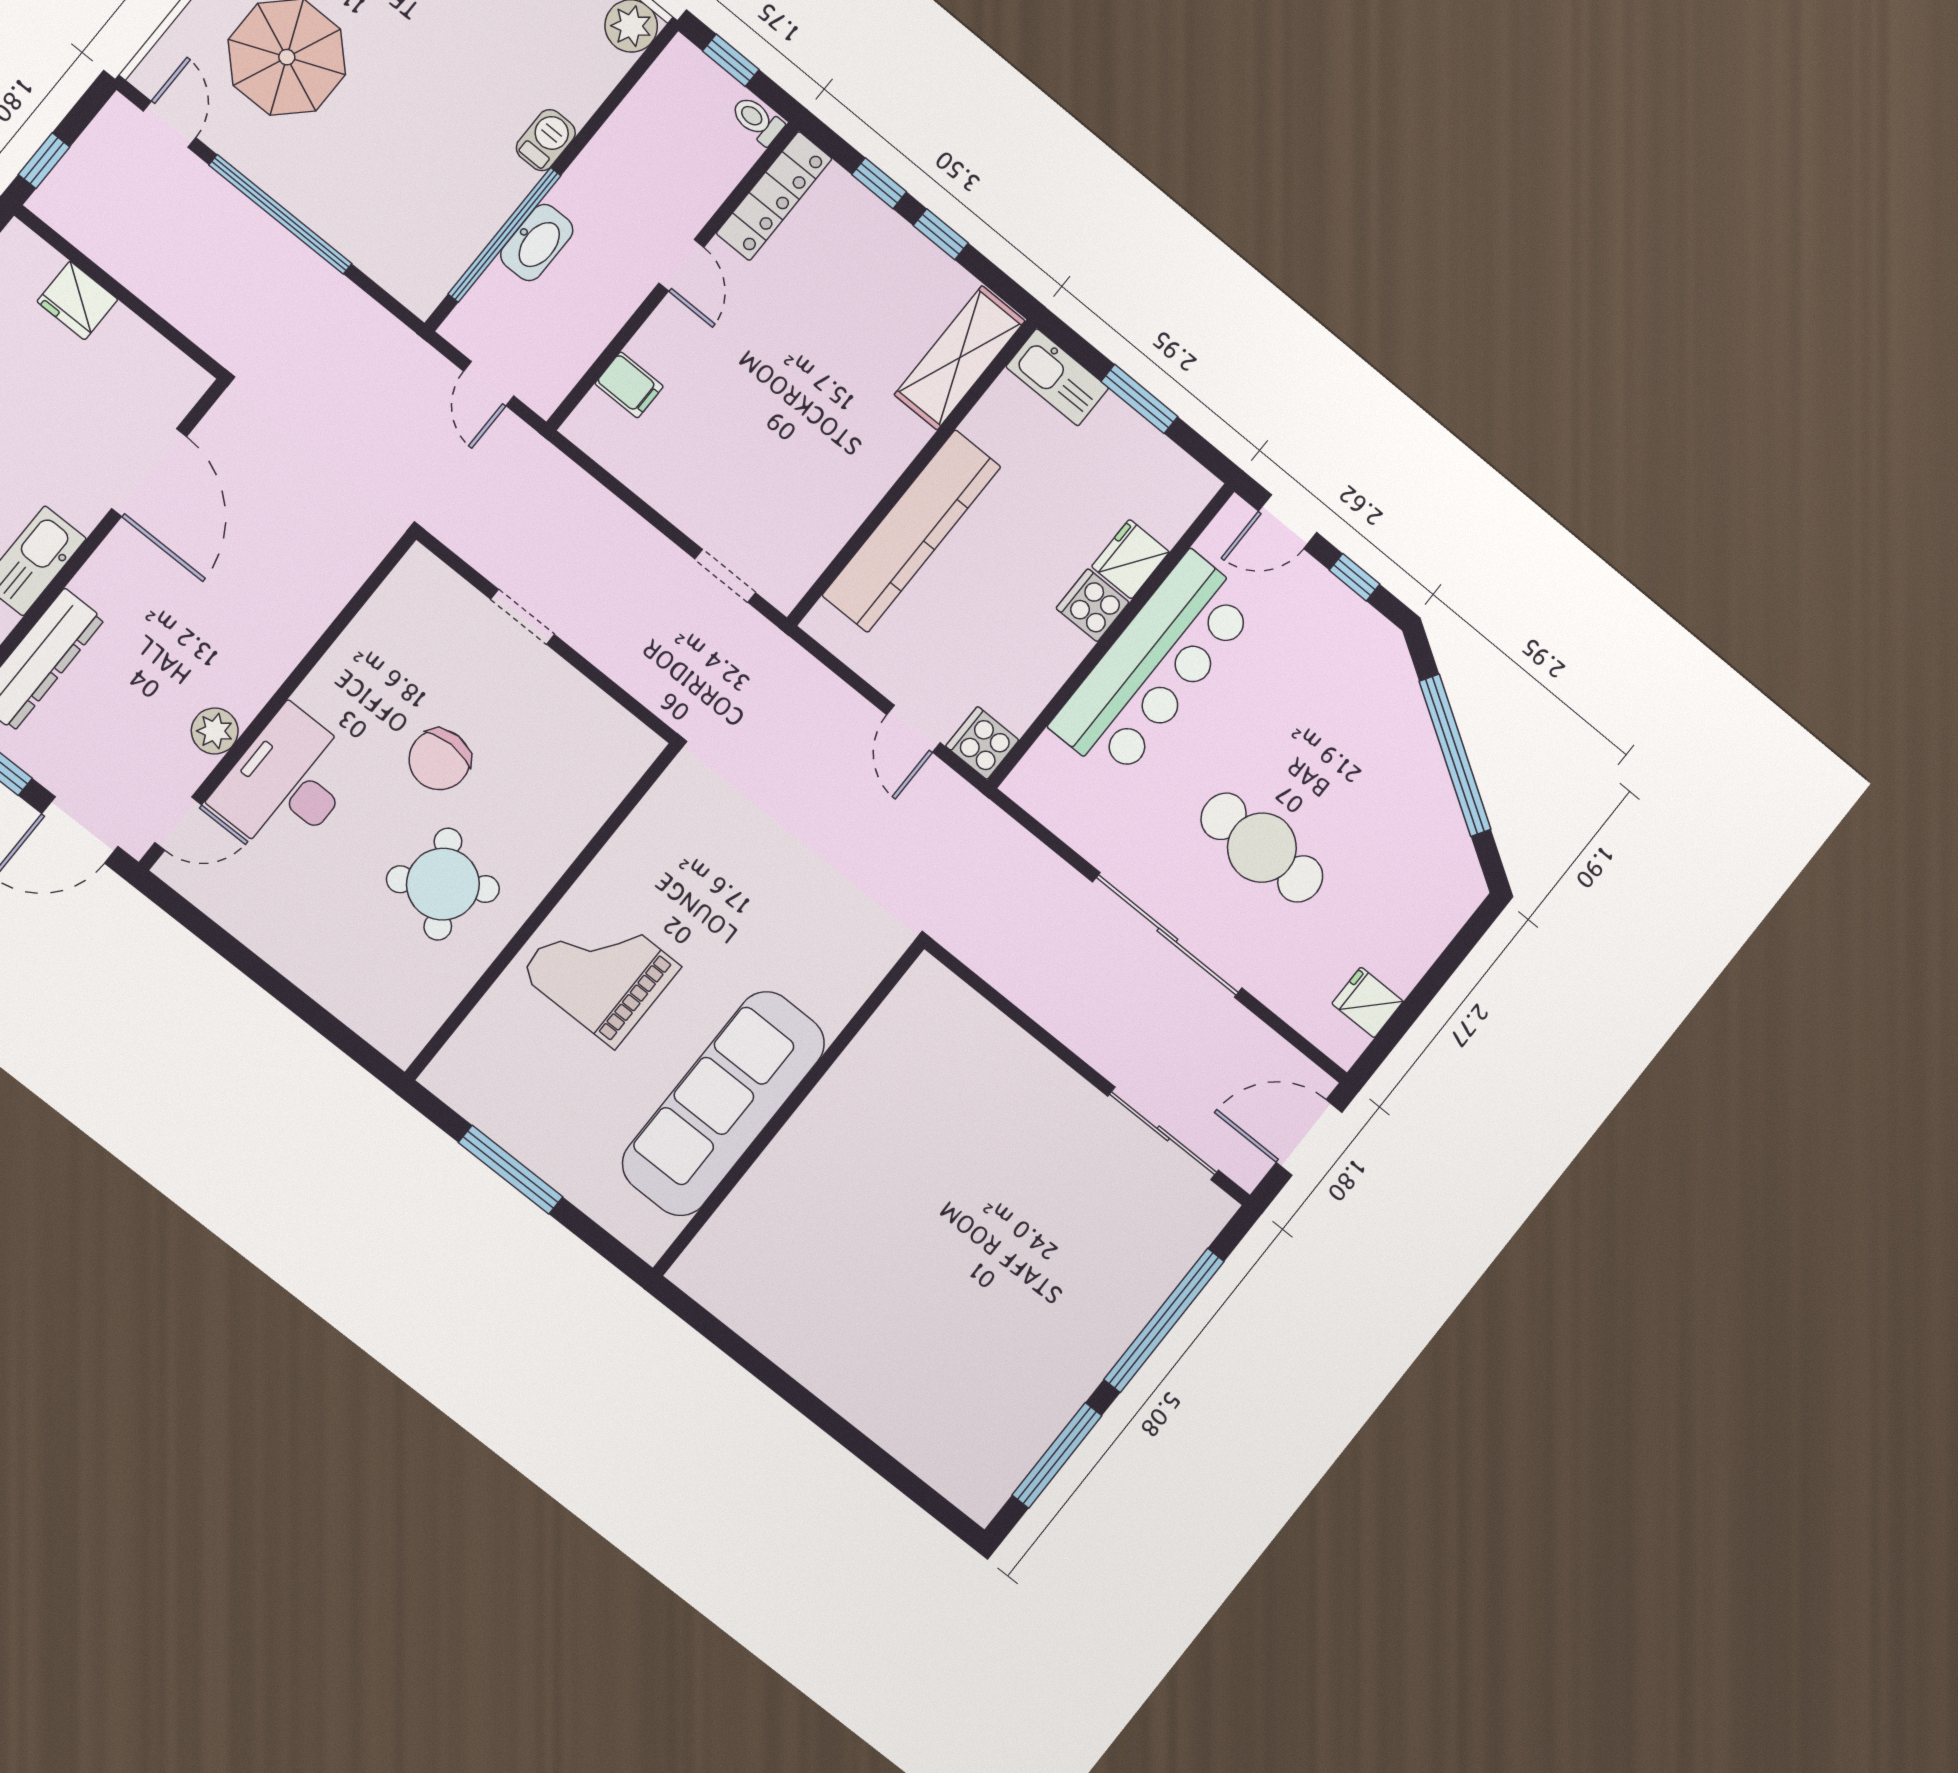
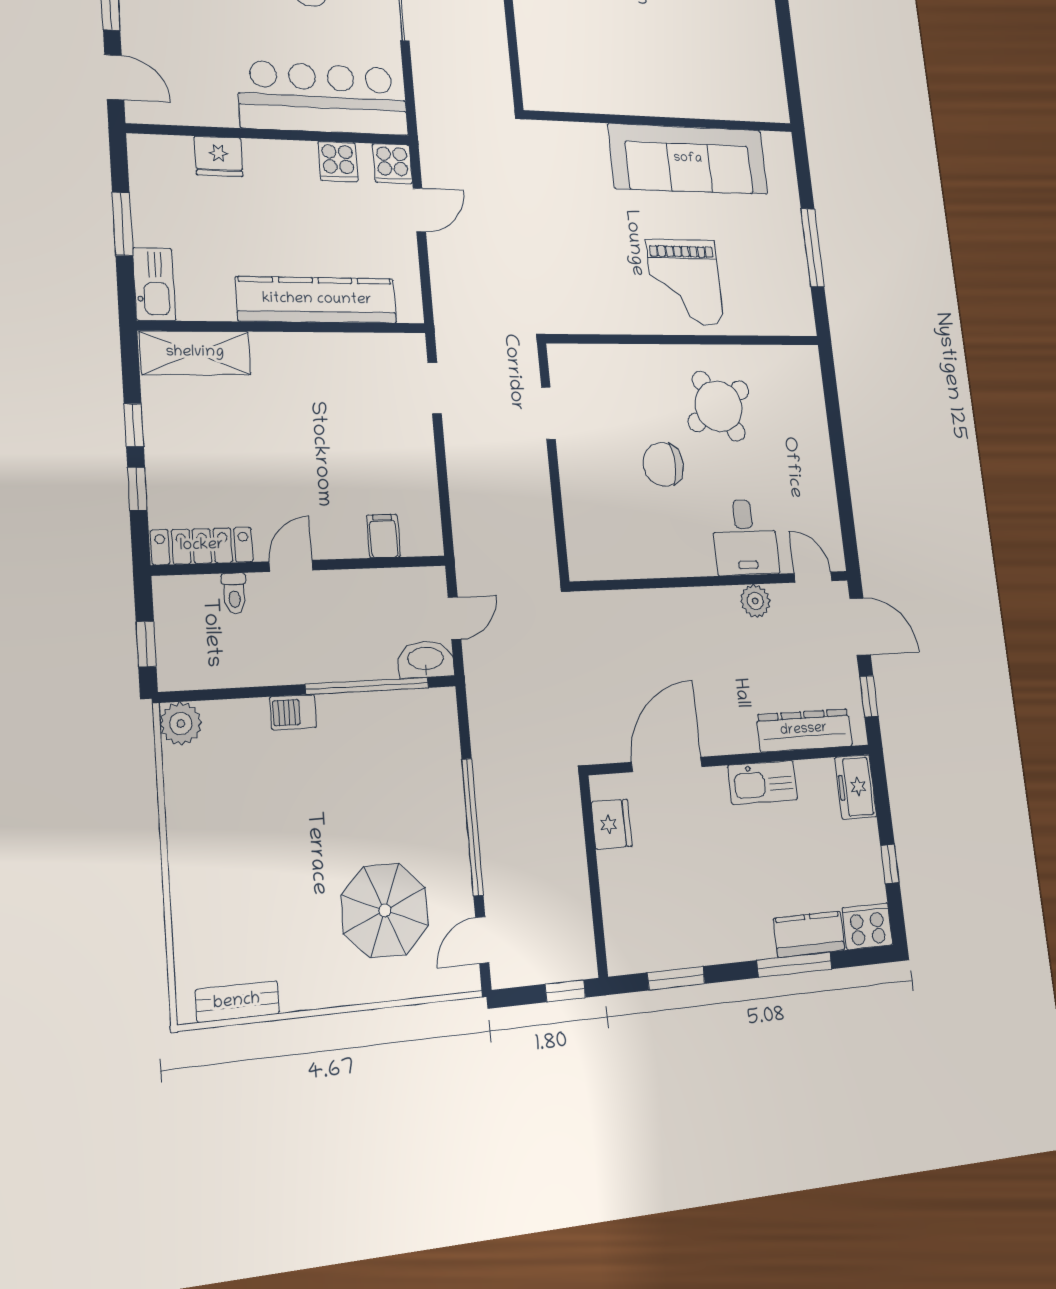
toilet: (757, 120) -> (234, 593), moved
washbasin: (537, 242) -> (426, 659), moved
fridge: (77, 301) -> (612, 824), moved
cooker: (1093, 605) -> (338, 162), moved
doorway: (522, 617) -> (548, 413), moved
bar counter: (1154, 666) -> (323, 98), moved
chair: (440, 760) -> (663, 464), turned 180
desk: (287, 783) -> (745, 537), width x0.73

